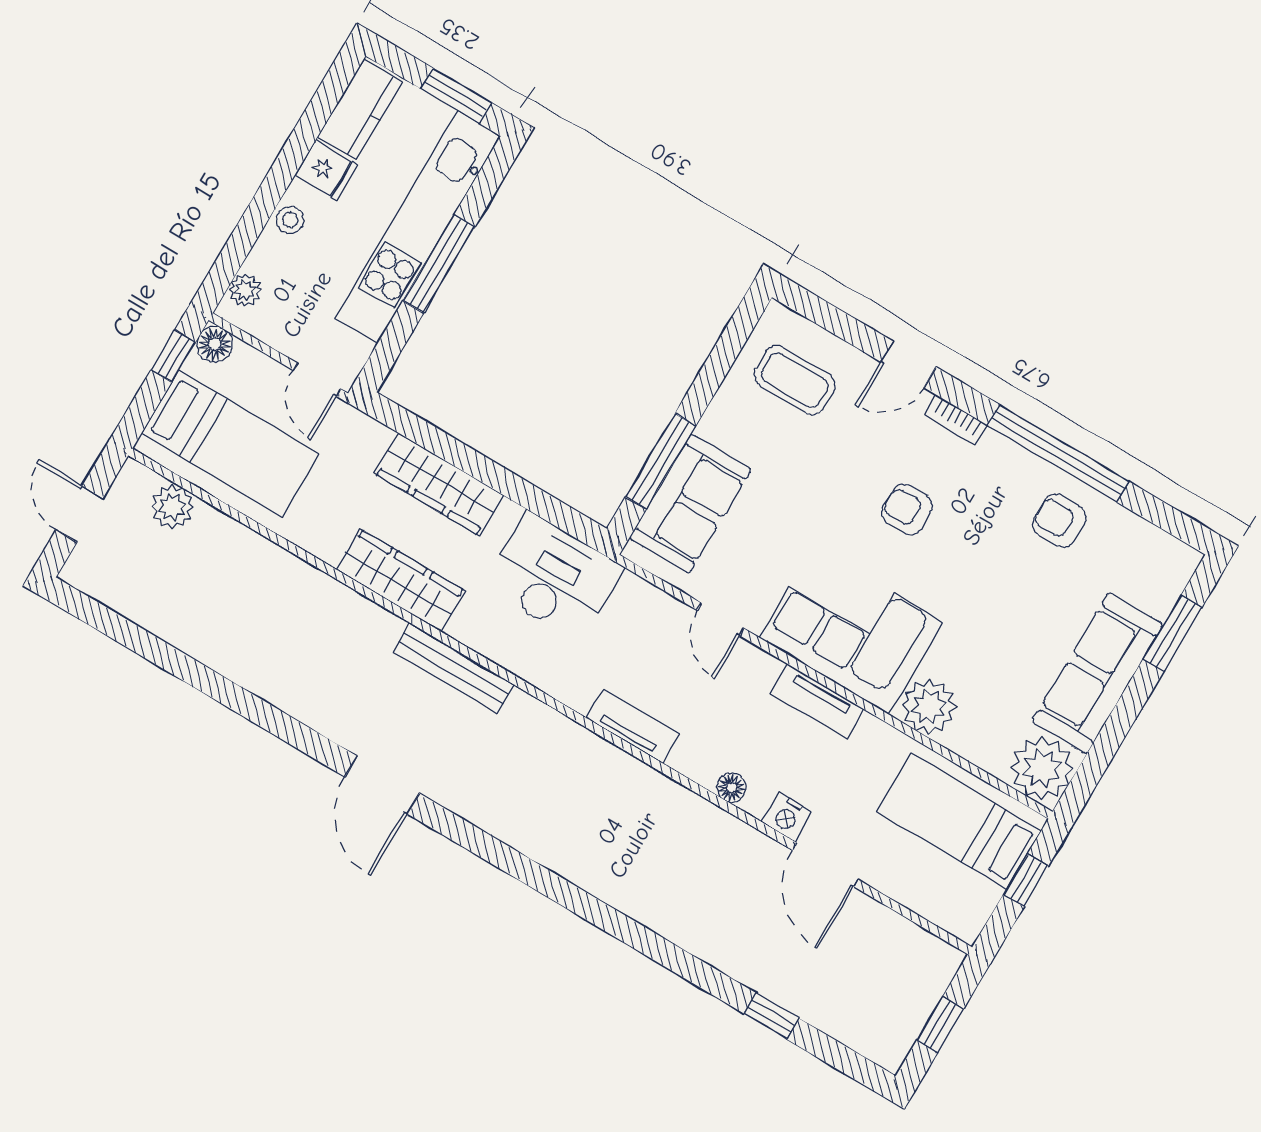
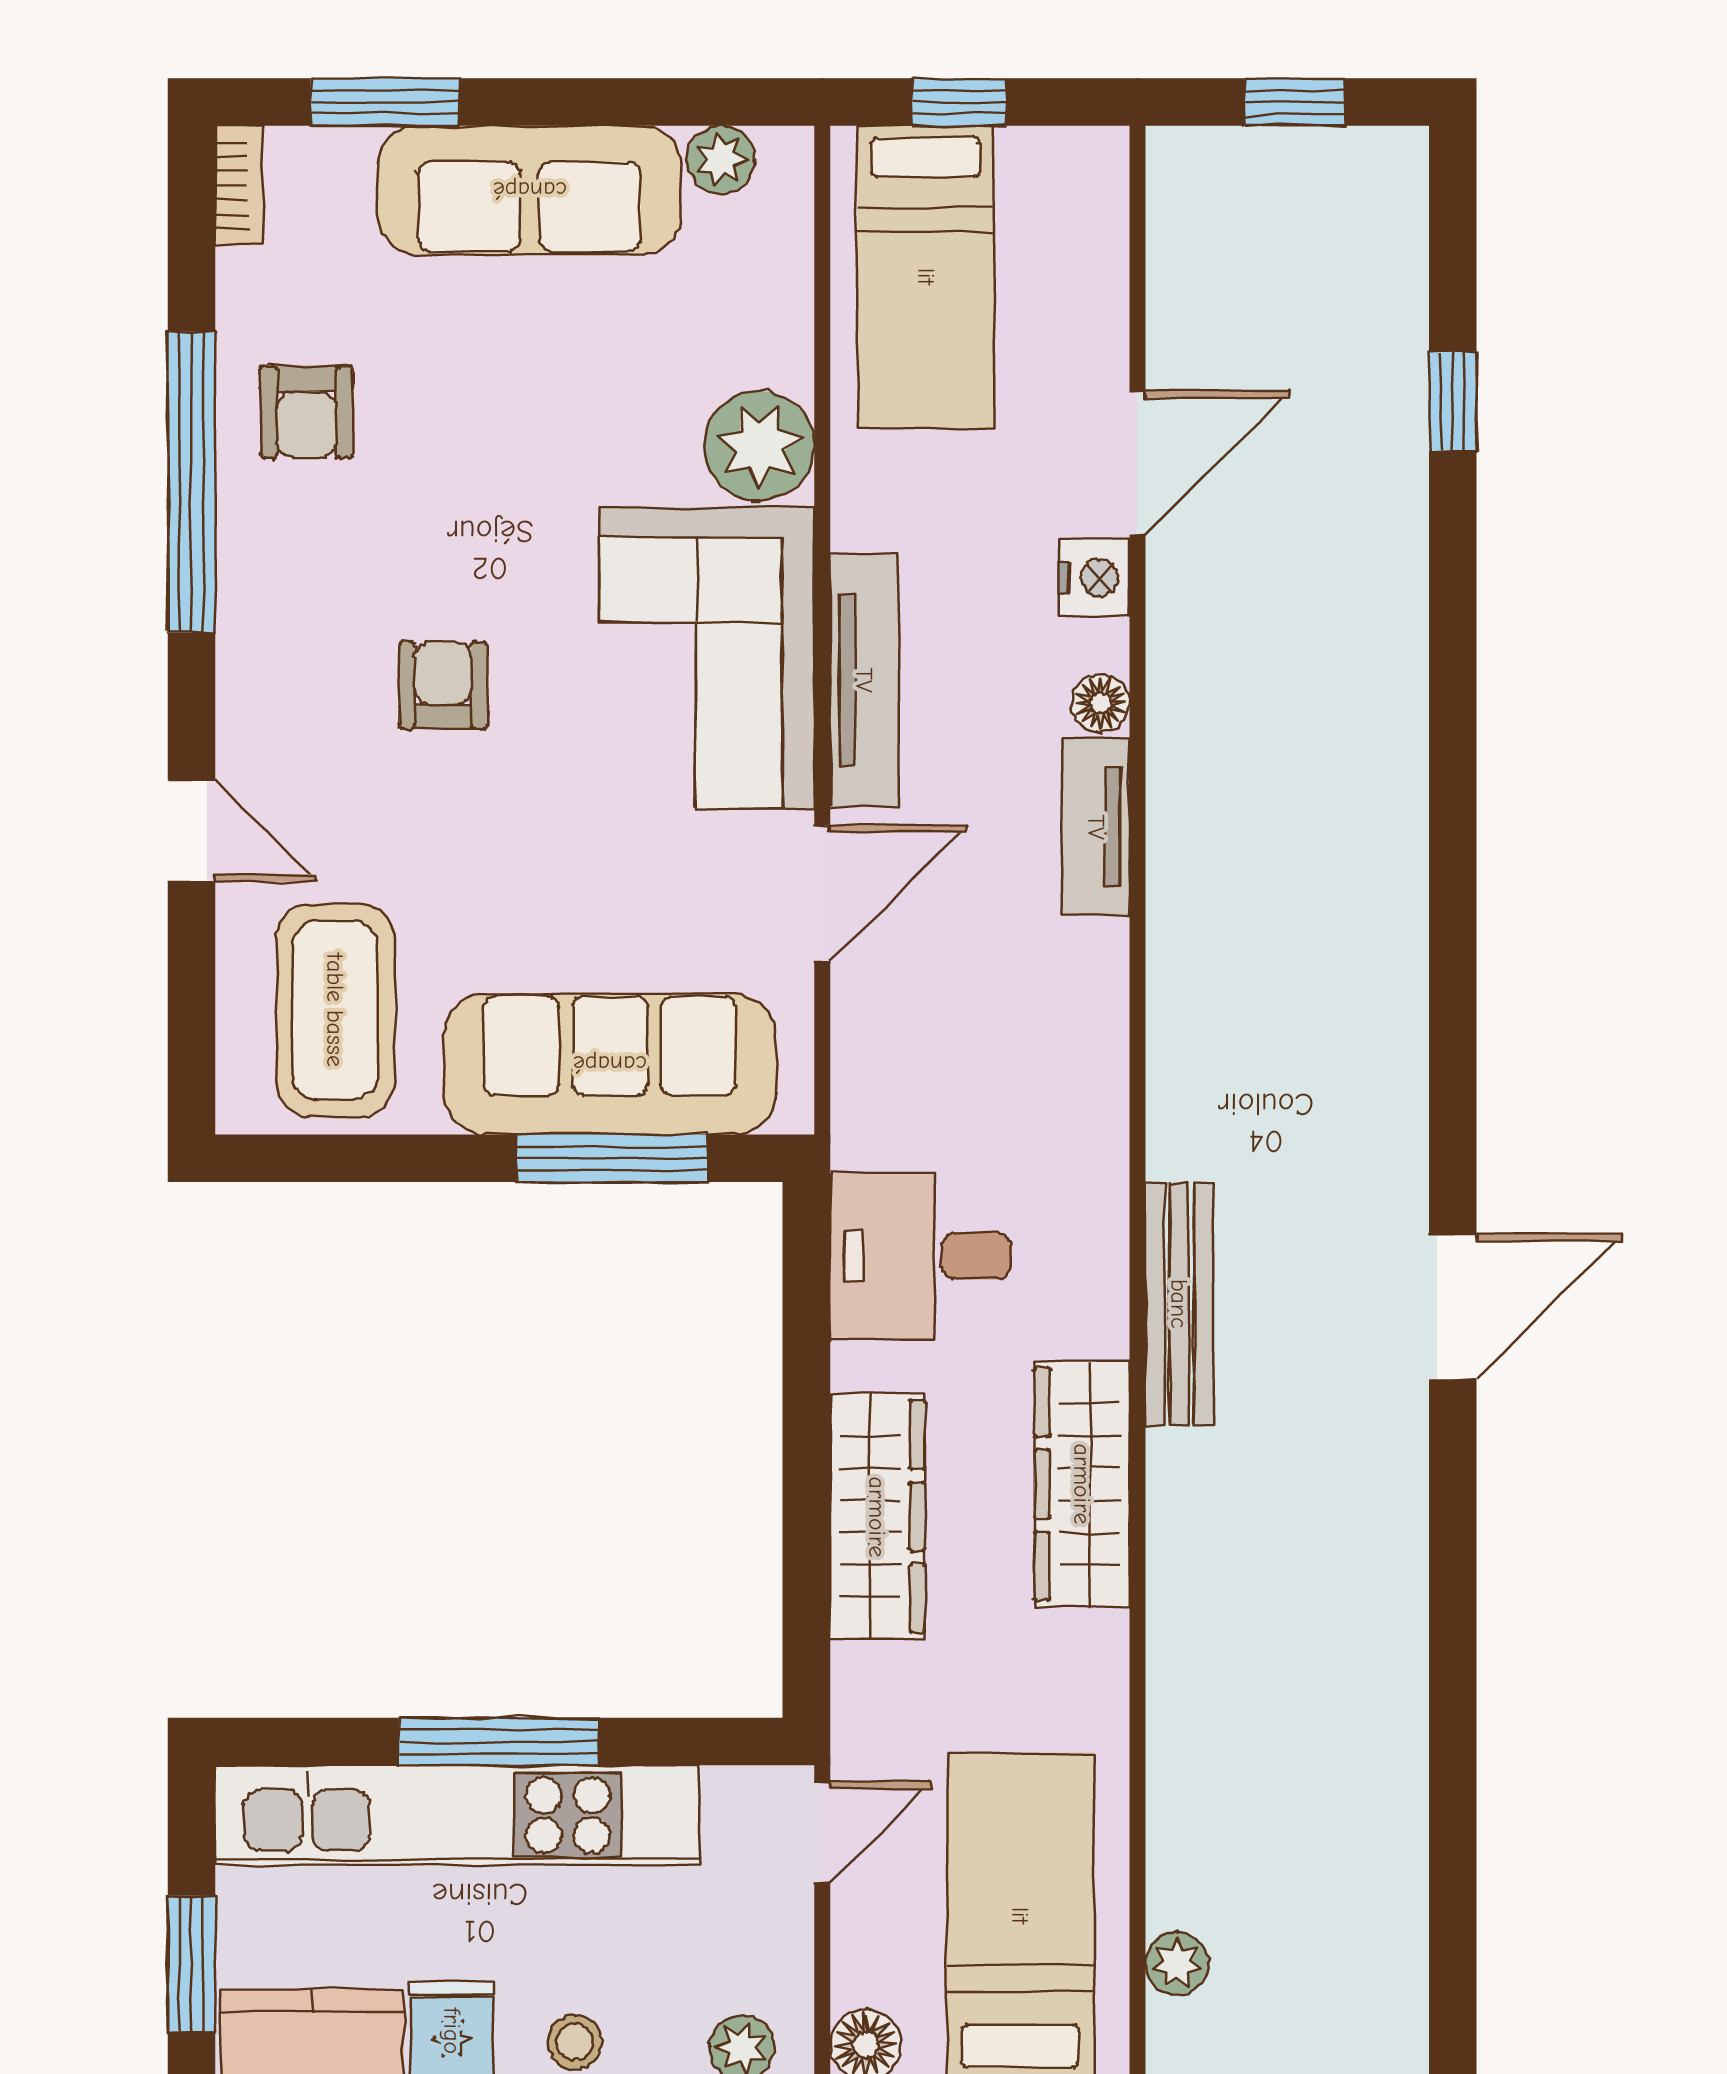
window: (456, 96) -> (192, 1964), moved
coffee table: (795, 380) -> (335, 1010), width x1.36, depth x1.32
bookcase: (956, 420) -> (239, 185), moved
sofa: (690, 504) -> (610, 1064), width x1.36
plant: (172, 507) -> (1177, 1963), width x0.73, depth x0.73
armchair: (907, 510) -> (443, 685), turned 180
desk: (553, 577) -> (920, 1256), width x0.73
door: (721, 619) -> (822, 894), width x1.38
tv unit: (817, 701) -> (864, 680), width x1.41
tv unit: (633, 726) -> (1096, 827), moved
plant: (1042, 768) -> (721, 159), width x0.53, depth x0.53

